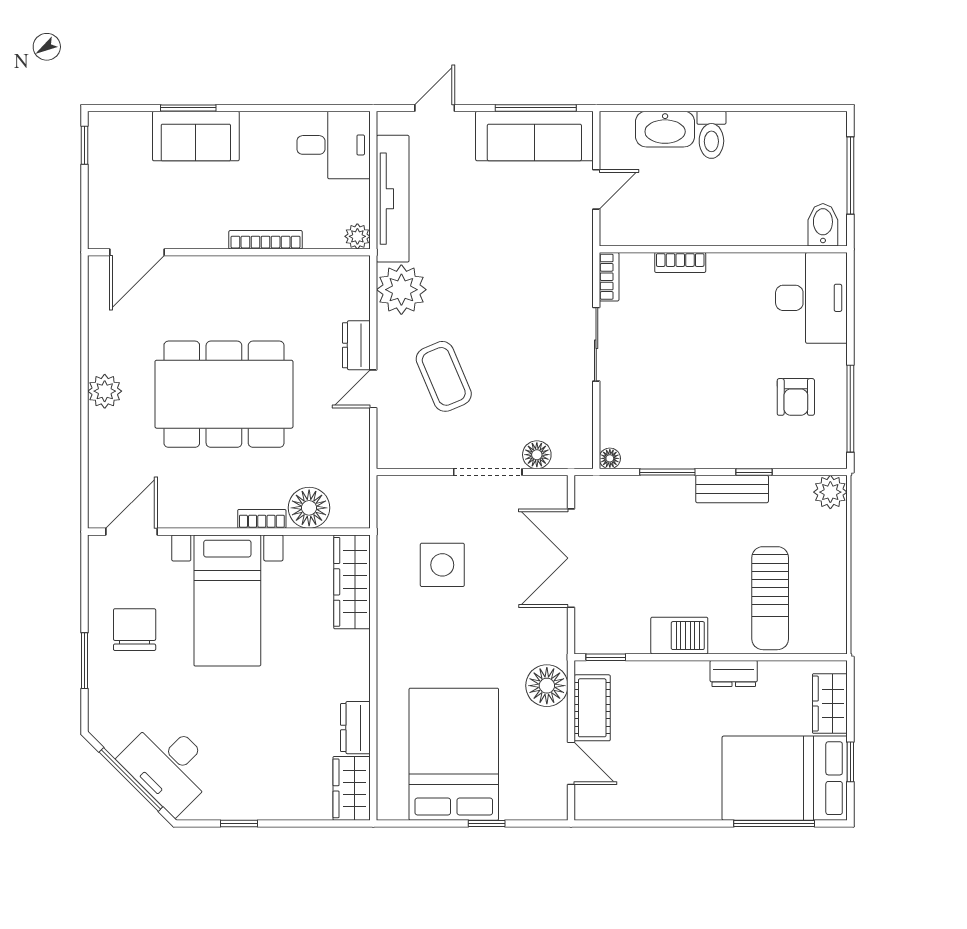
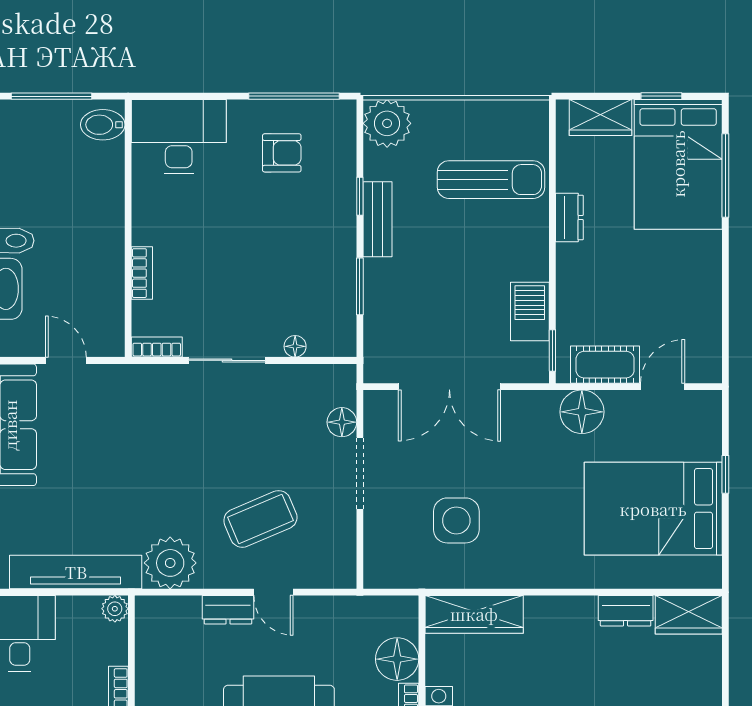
floor lamp: (610, 458) -> (295, 346), moved
plant: (830, 492) -> (387, 123), width x1.36, depth x1.36
barbecue: (679, 636) -> (530, 311), moved

